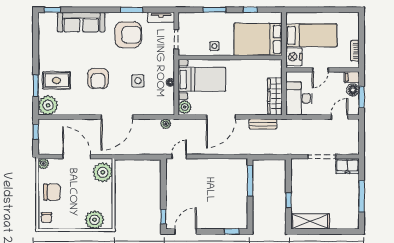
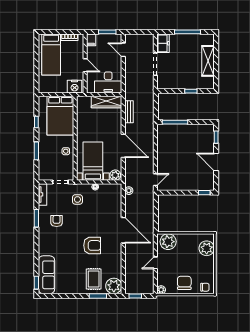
sofa: (81, 22) -> (46, 275), moved
armchair: (128, 35) -> (57, 221), width x0.53, depth x0.53
bed: (311, 35) -> (51, 55), moved, turned 180
side table: (138, 81) -> (77, 199), moved
floor lamp: (353, 90) -> (101, 39), removed
door: (77, 157) -> (155, 263), width x0.53
door: (179, 157) -> (155, 180), swing flipped
shelving: (310, 221) -> (208, 61), moved
door: (186, 232) -> (216, 162), moved

